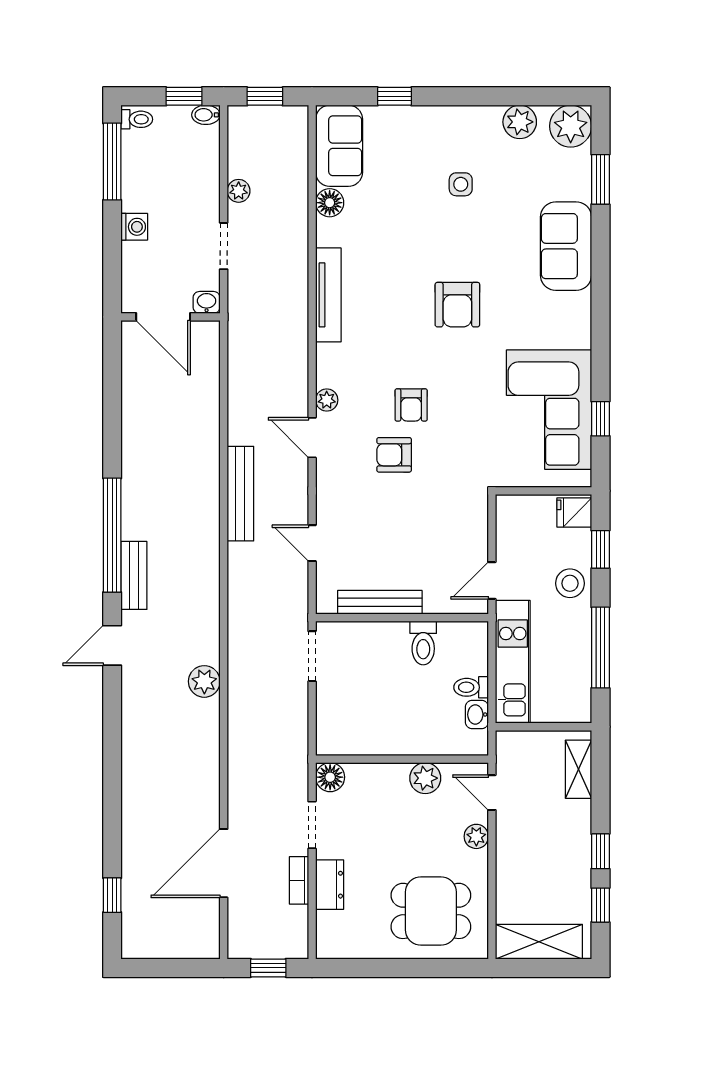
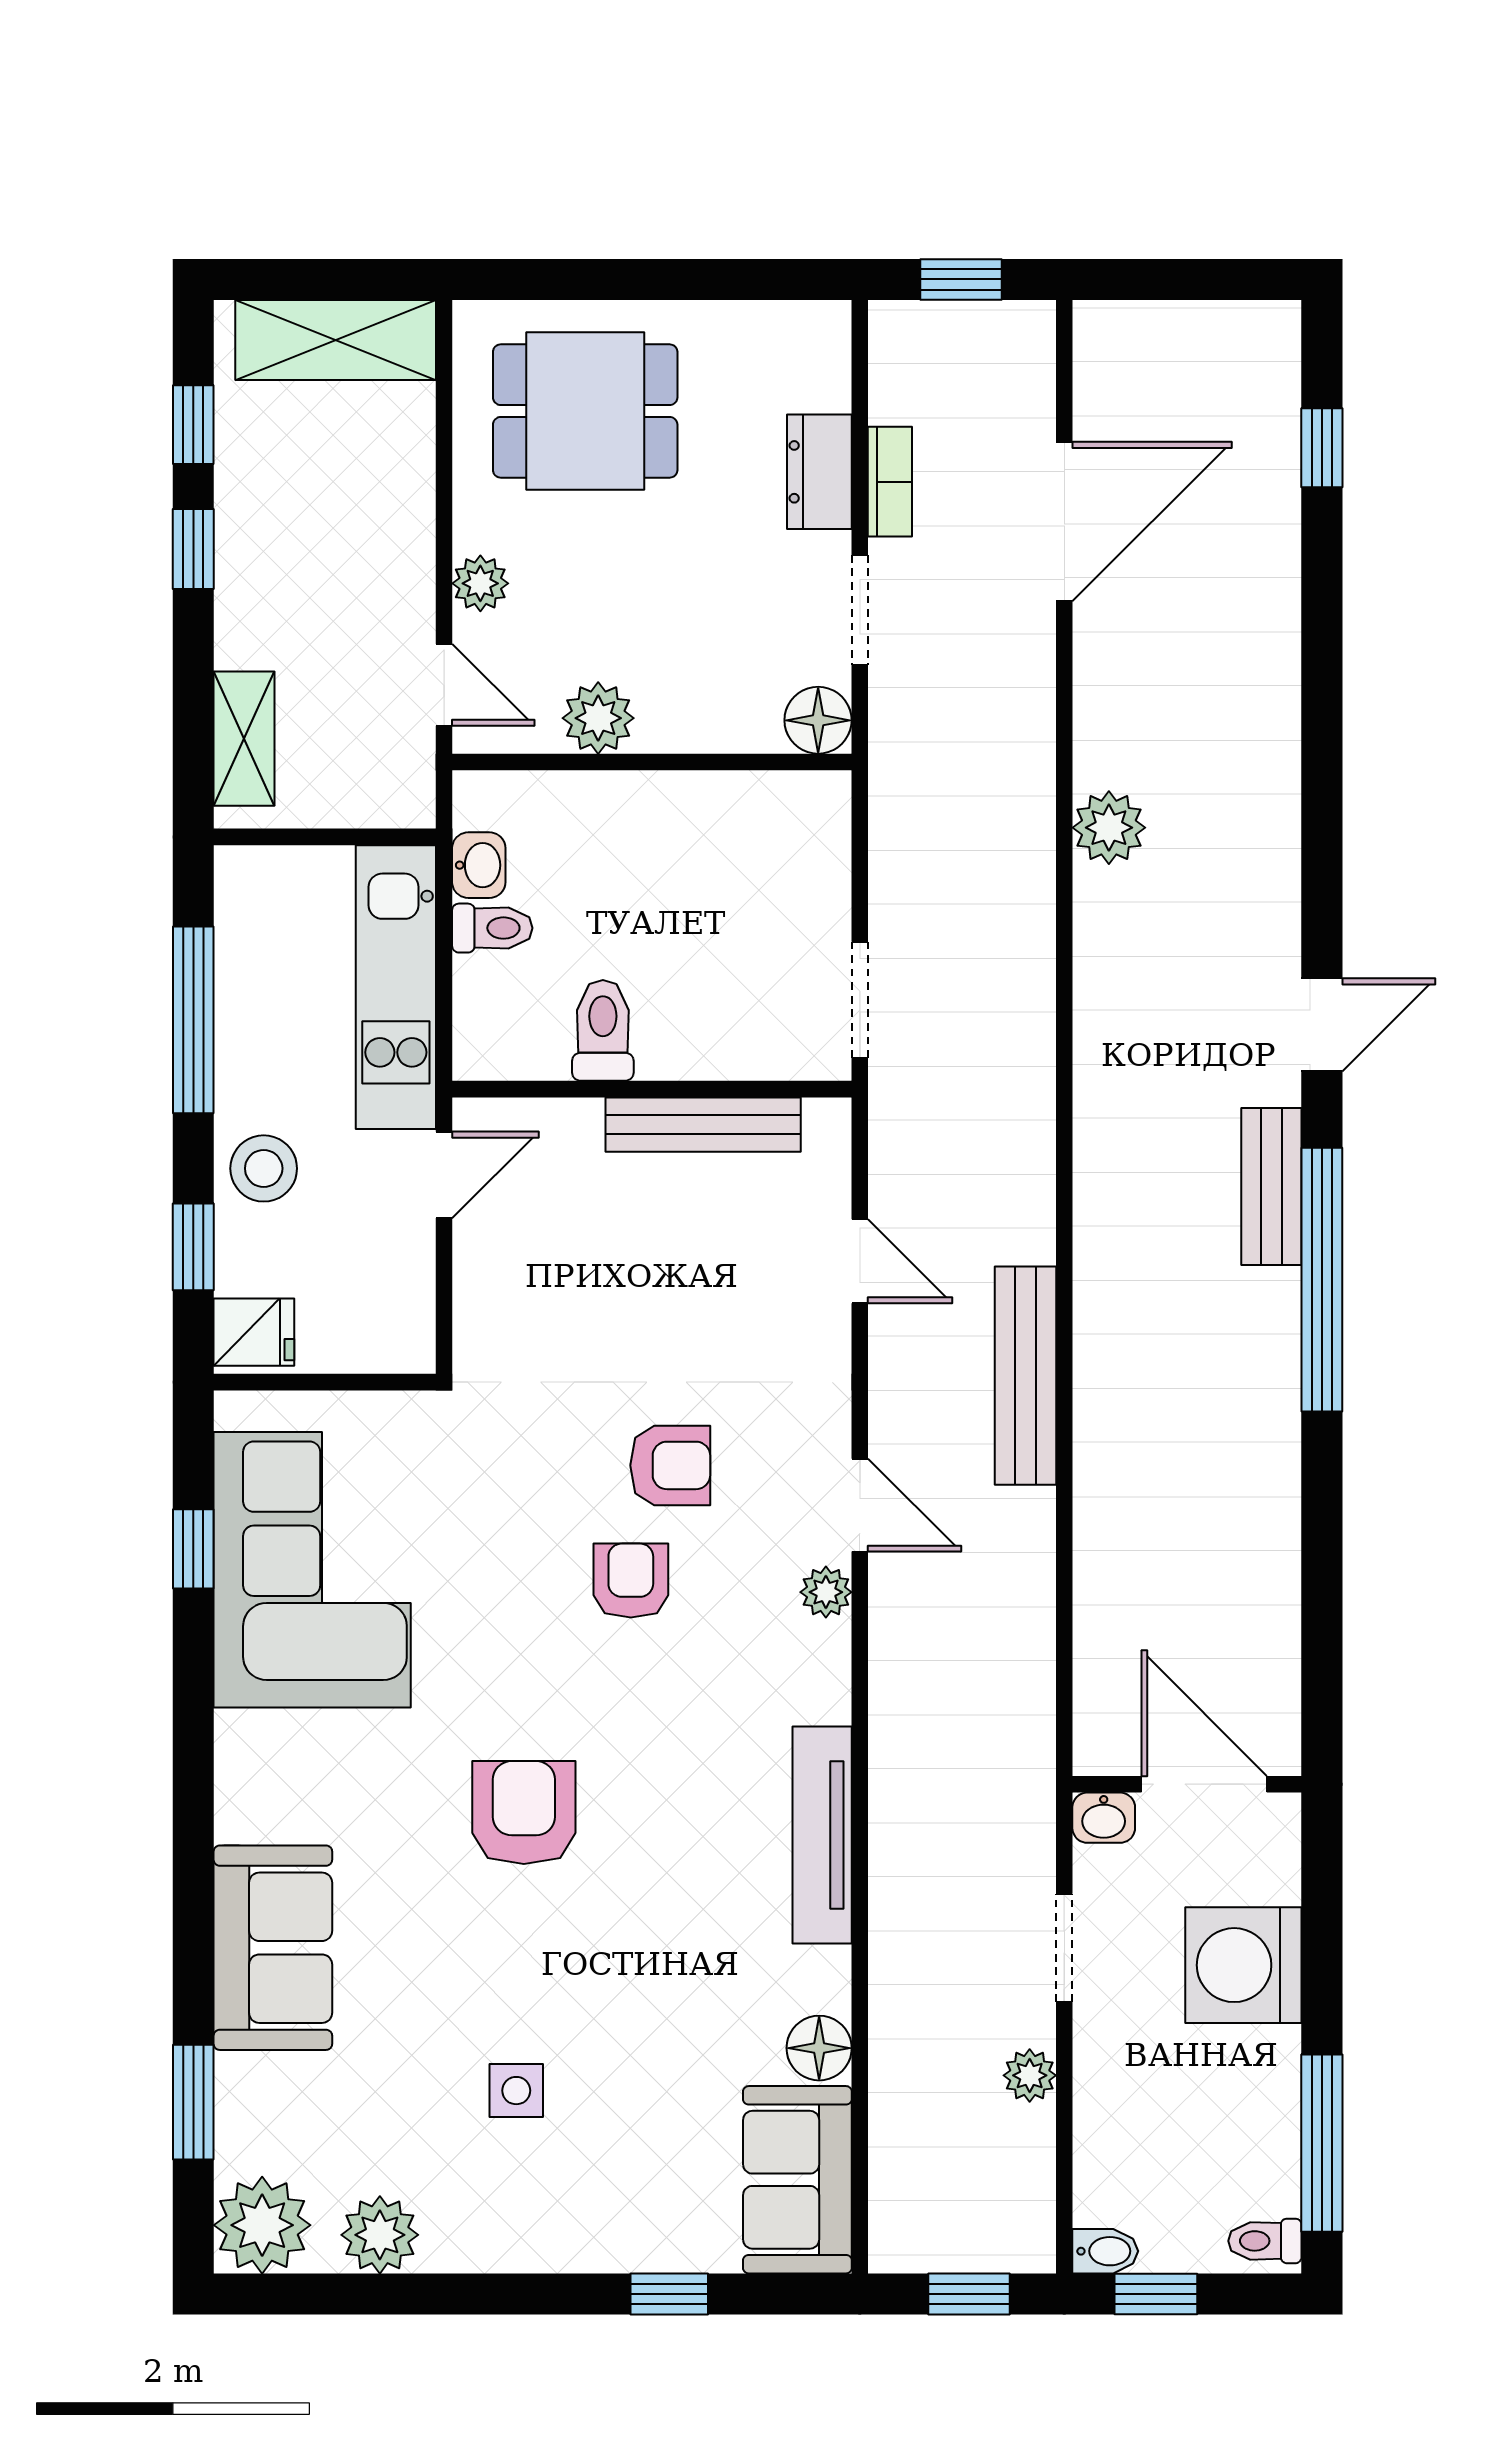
washing machine: (134, 227) -> (1243, 1965), width x1.89, depth x1.89
plant: (204, 681) -> (1109, 828), moved

